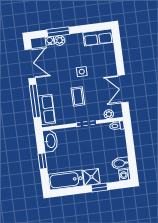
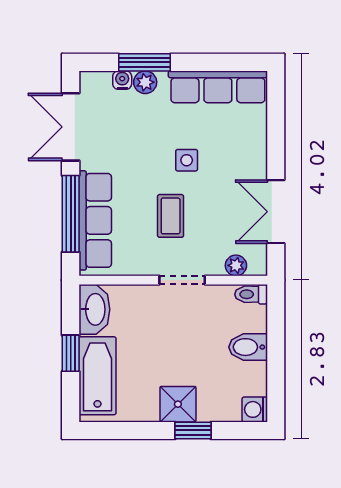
row of seats: (98, 37) -> (218, 87), width x1.48
double door: (30, 64) -> (71, 127), swing flipped
row of seats: (47, 109) -> (95, 220), width x1.48
bidet: (120, 163) -> (248, 347), moved
bathtub: (66, 180) -> (97, 376), moved, turned 90

